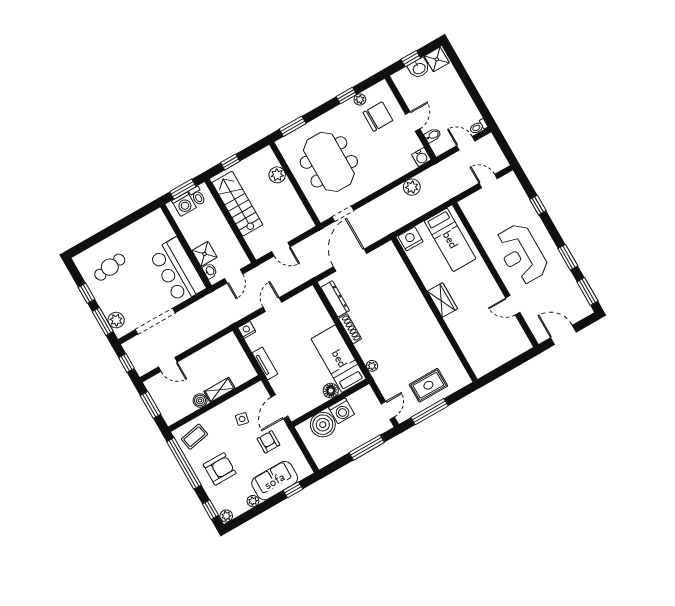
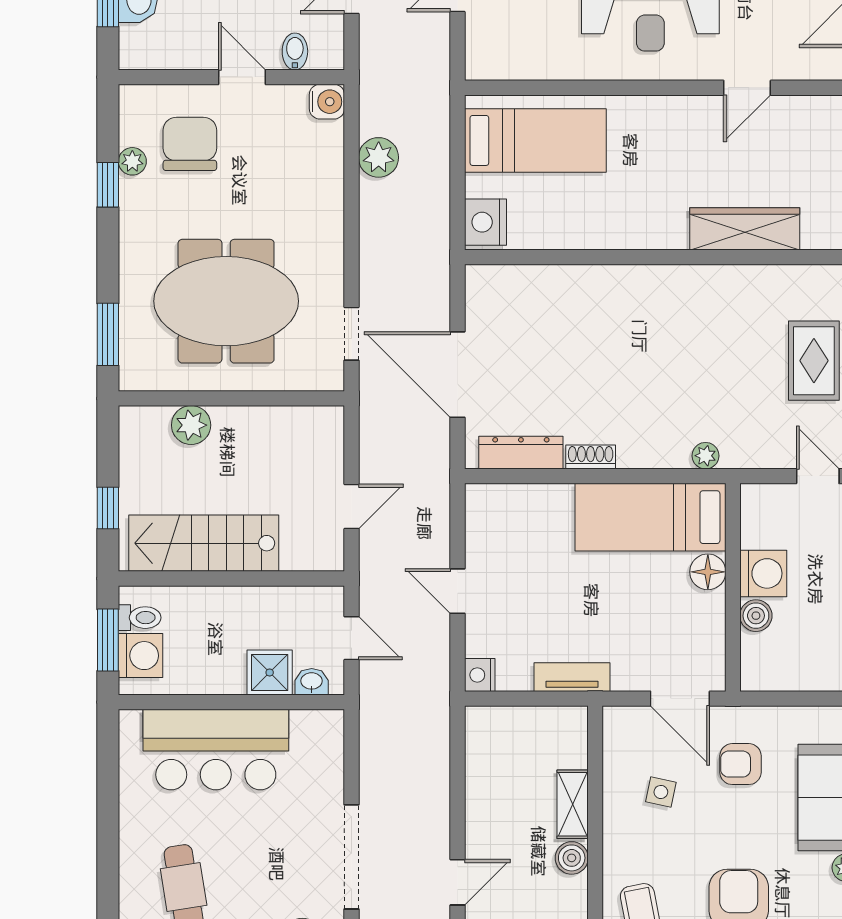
bar counter: (177, 271) -> (216, 750), moved
wardrobe: (442, 300) -> (745, 229), moved, width x1.50
shoe rack: (350, 329) -> (591, 457), width x0.70
boiler: (323, 425) -> (756, 616), width x0.54, depth x0.54

